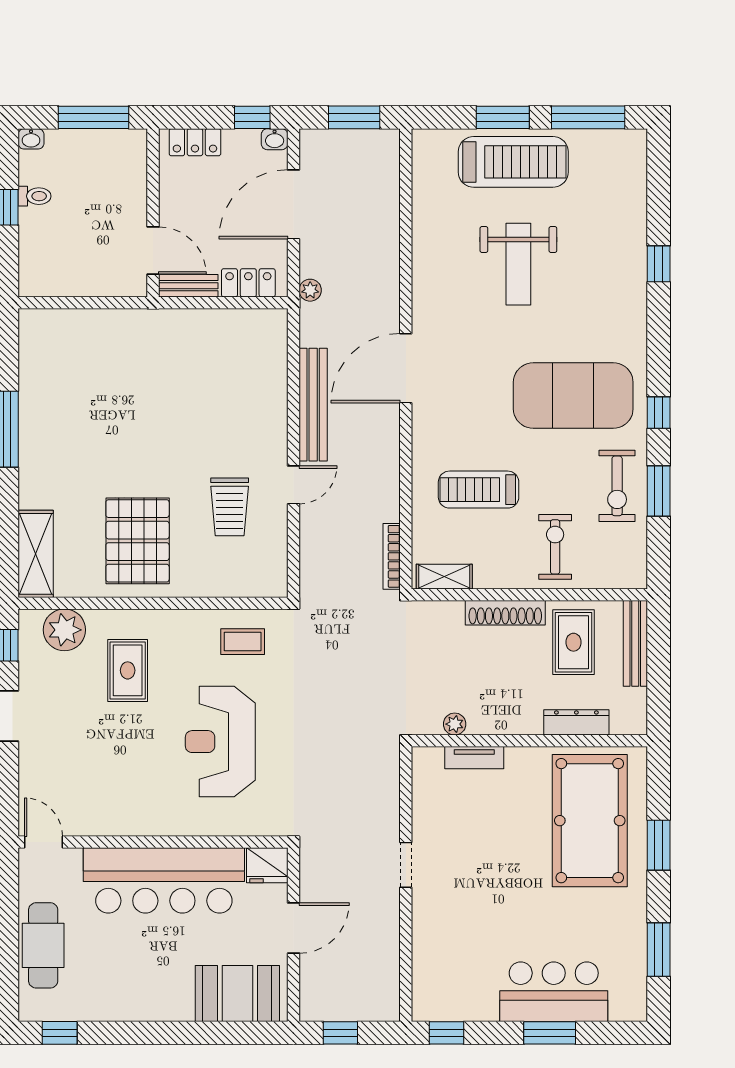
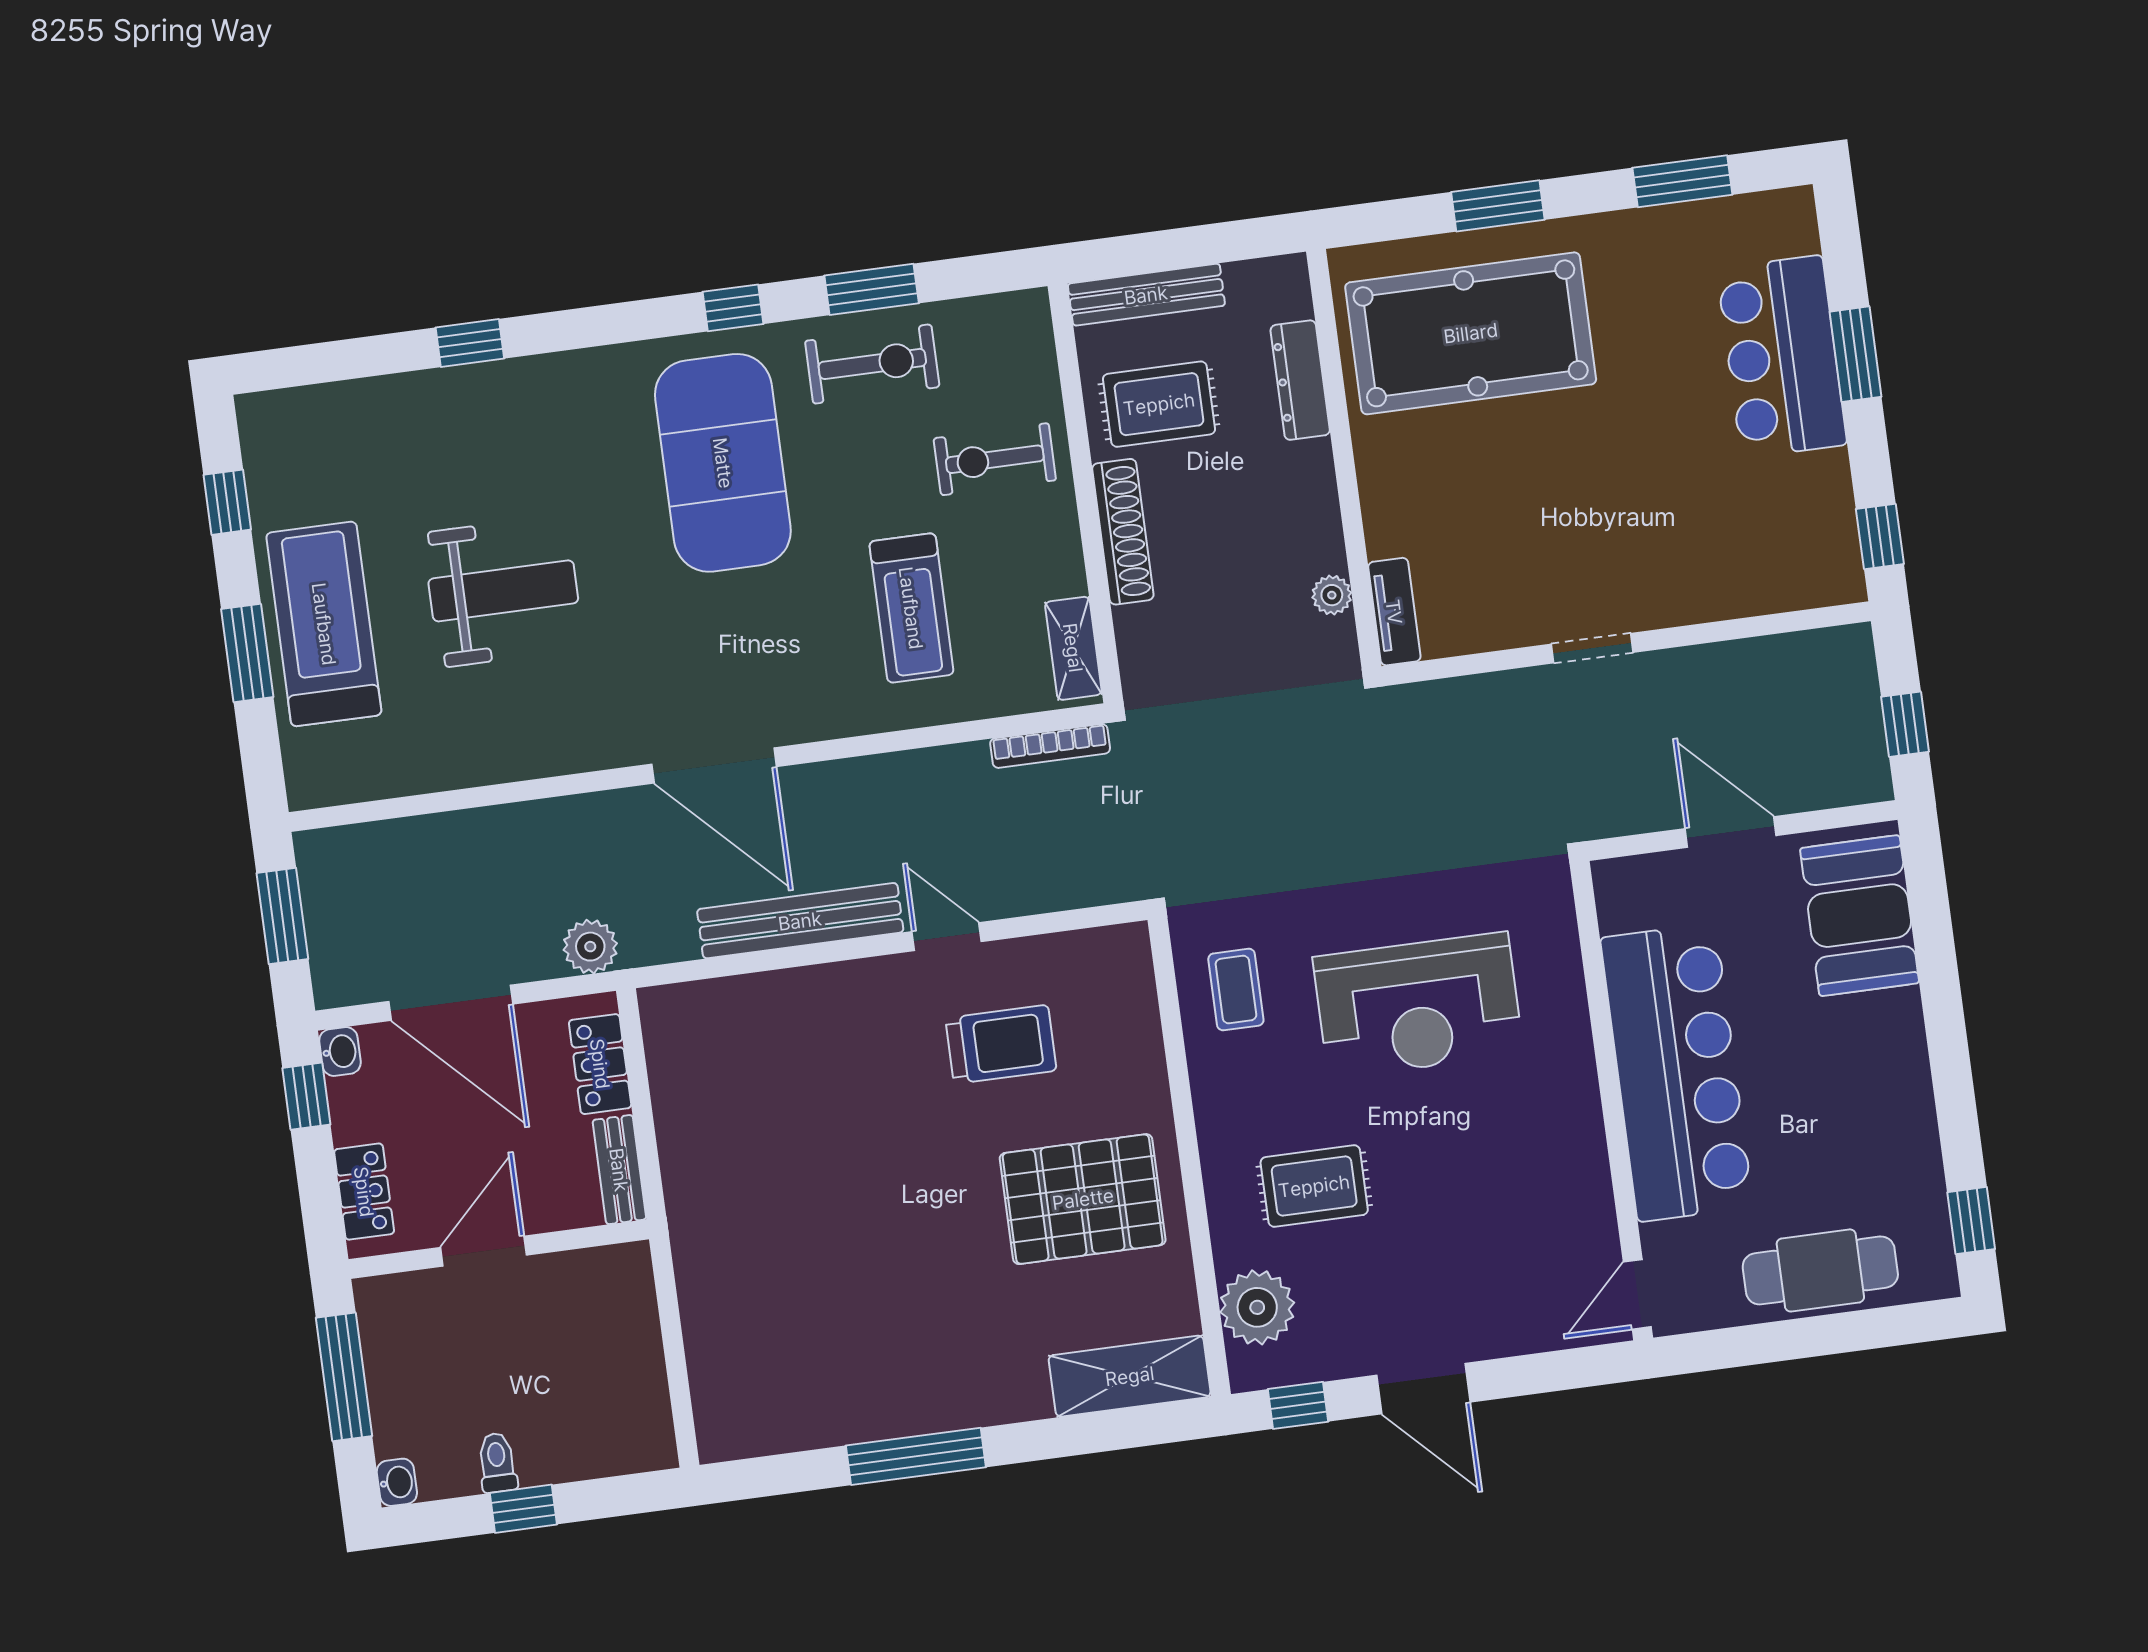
window: (588, 117) -> (227, 502), width x0.46
door: (153, 250) -> (484, 1251), moved
plant: (310, 290) -> (590, 947), width x1.38, depth x1.38
tv unit: (474, 758) -> (1394, 612), moved
fridge: (267, 865) -> (1626, 893), removed

